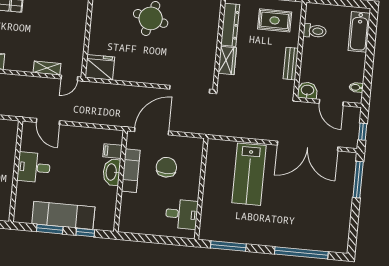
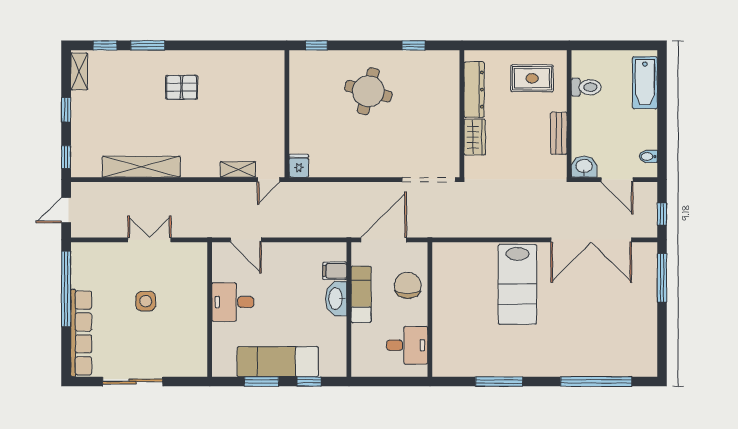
fridge: (100, 67) -> (299, 166), width x0.53, depth x0.75
wall: (201, 189) -> (430, 309), moved
desk: (182, 214) -> (407, 345), moved

